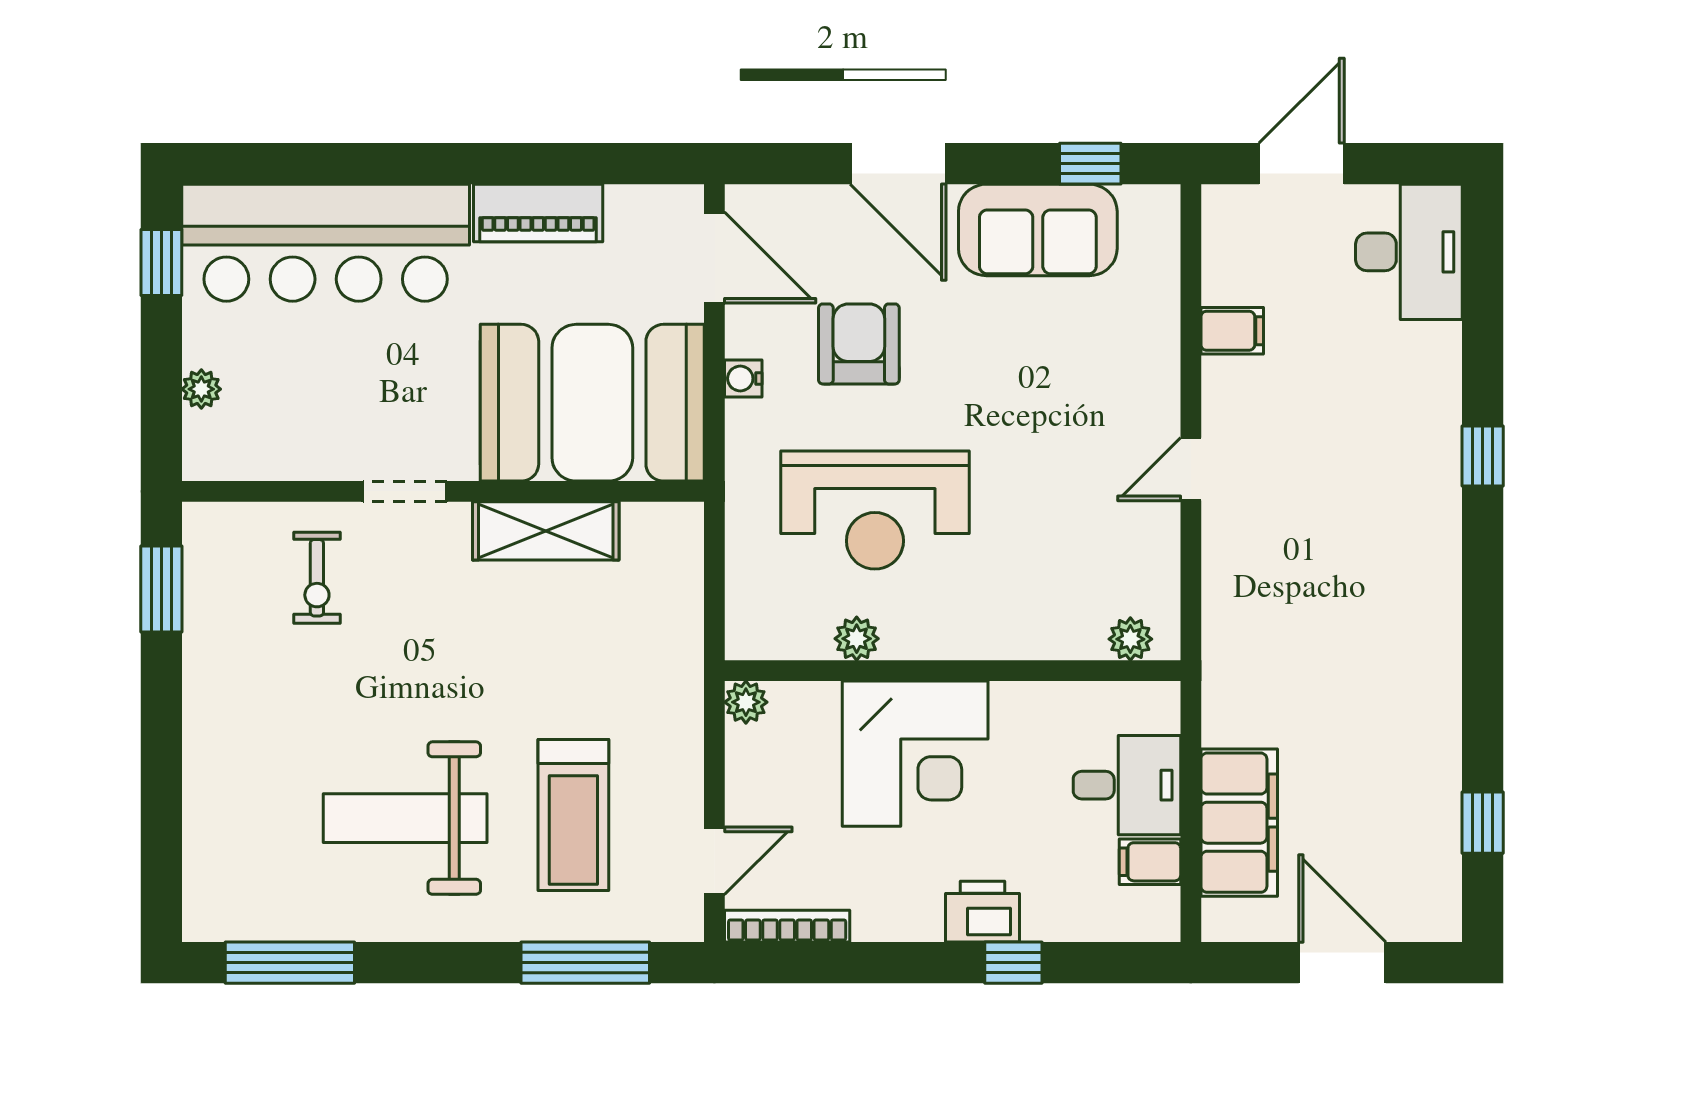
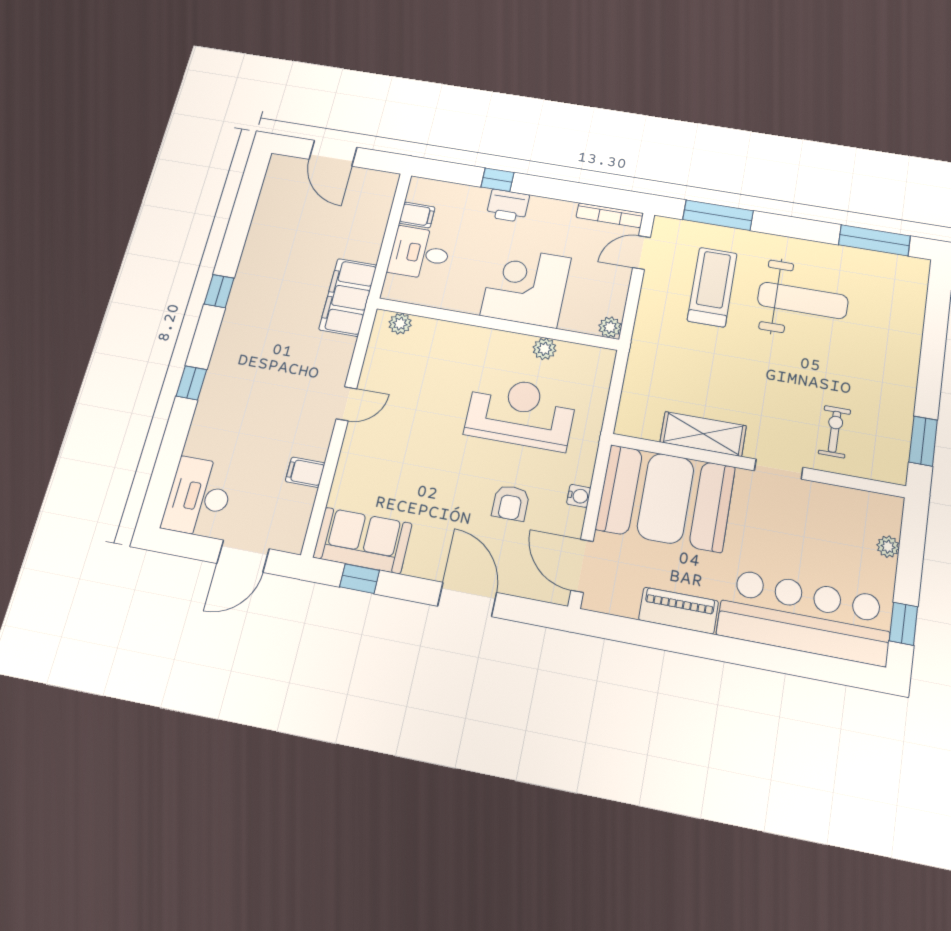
sofa: (1038, 230) -> (362, 540), moved
armchair: (859, 344) -> (511, 503), width x0.72, depth x0.72
filing cabinet: (1239, 823) -> (348, 297), moved
window: (1483, 823) -> (219, 291), moved

